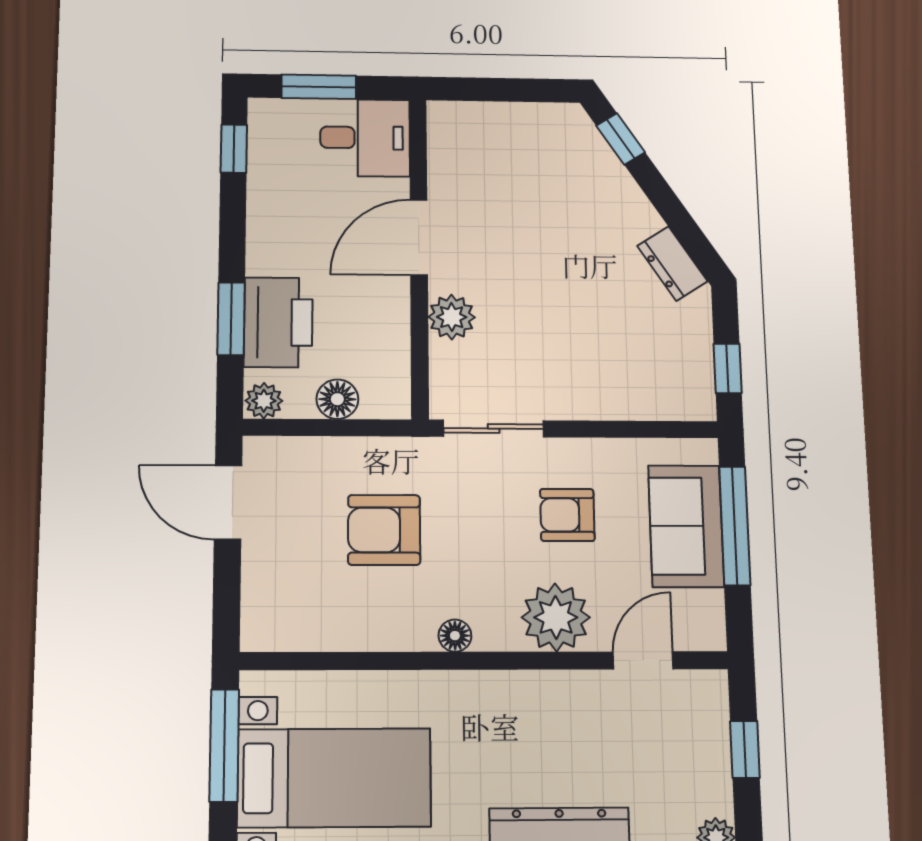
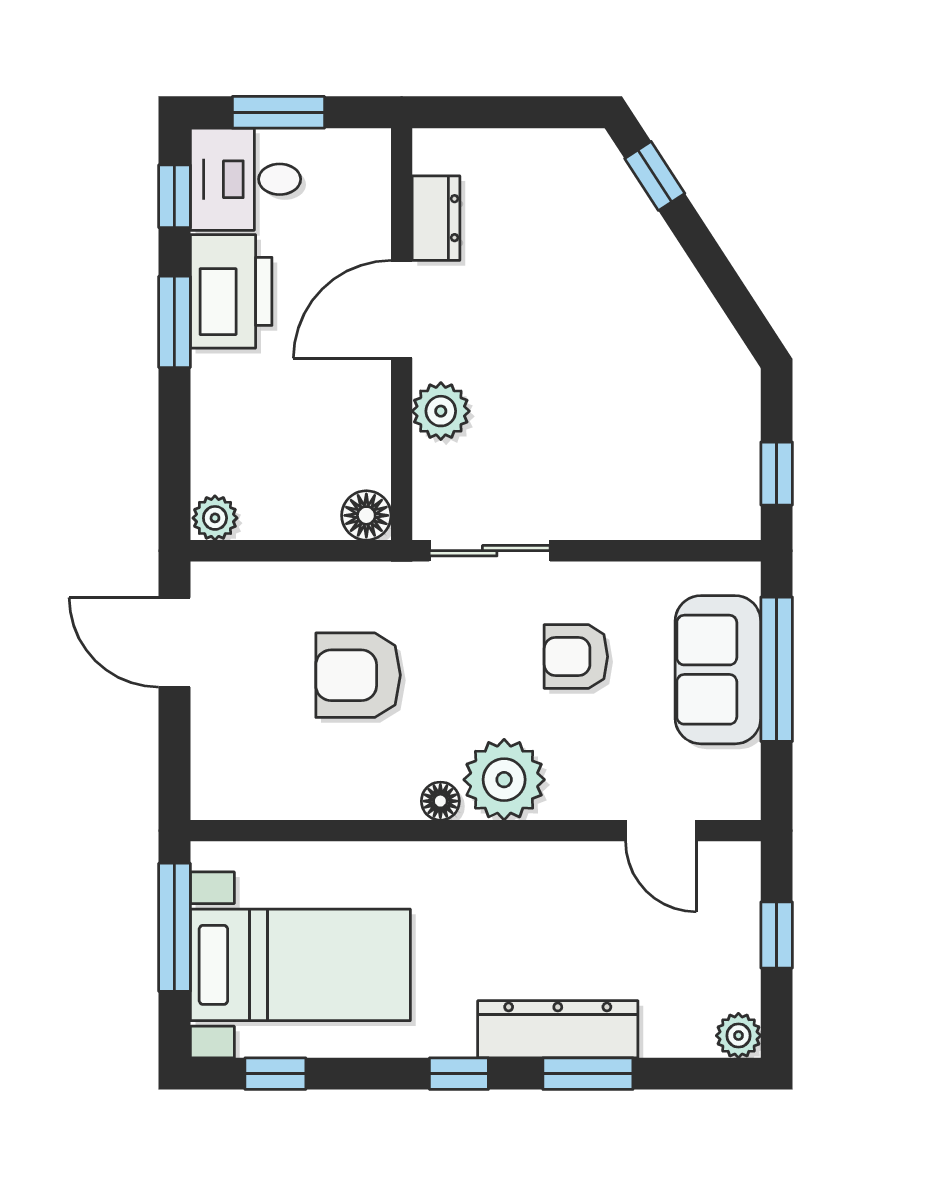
desk: (365, 138) -> (245, 179), moved, turned 180
dresser: (672, 264) -> (436, 218), moved, turned -147
window: (231, 319) -> (174, 322), moved
printer: (278, 322) -> (231, 291), moved
floor lamp: (337, 399) -> (366, 515), moved
plant: (556, 617) -> (504, 780), moved
door: (643, 660) -> (661, 831), swing flipped

